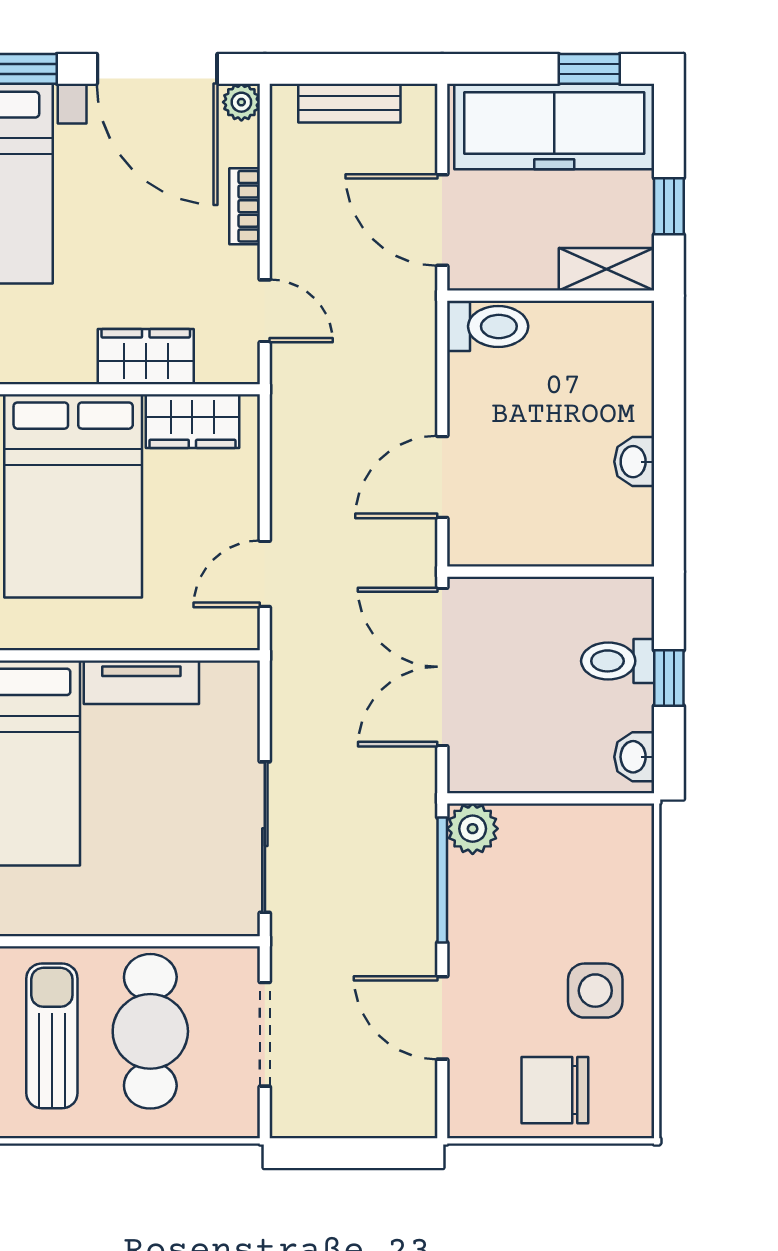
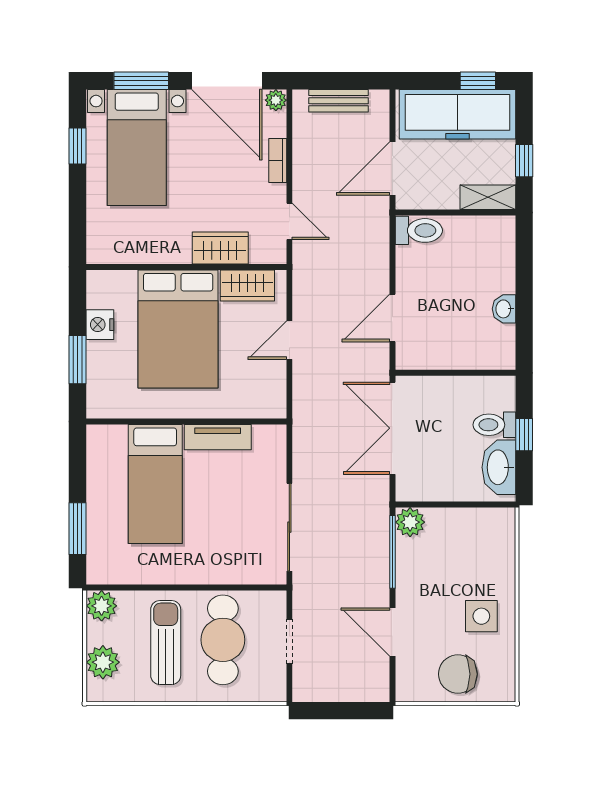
door: (442, 220) -> (392, 169), hinge flipped
door: (265, 574) -> (289, 340), moved
washbasin: (634, 757) -> (499, 467), width x1.91, depth x1.45
doorway: (265, 1034) -> (289, 642), width x0.73

